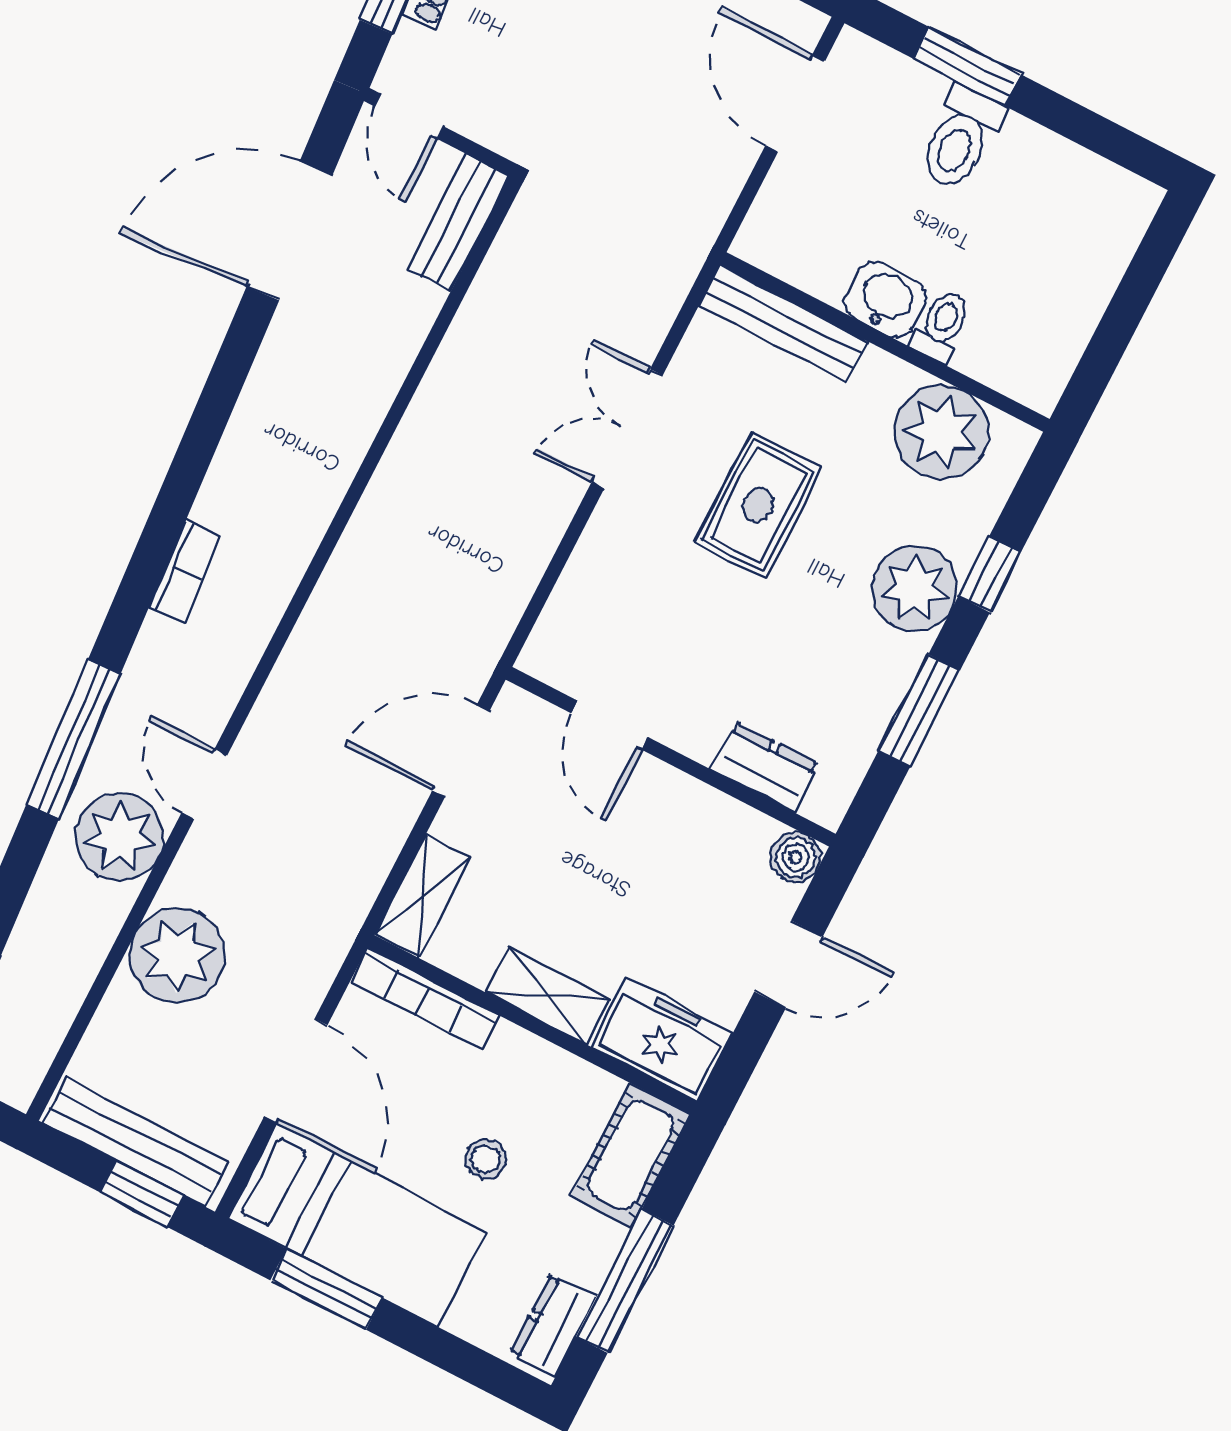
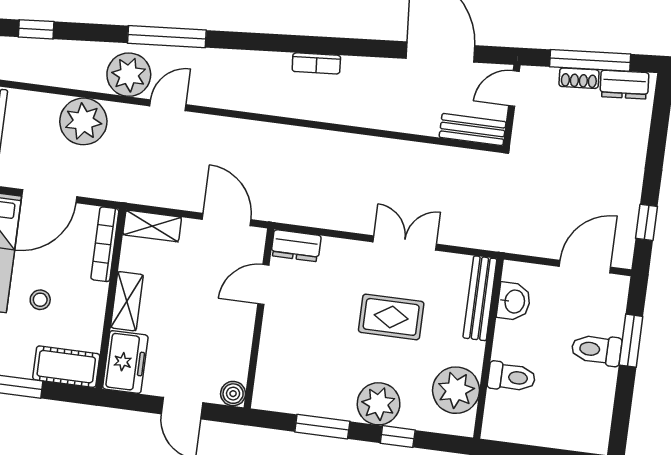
washbasin: (885, 299) -> (514, 301), moved
toilet: (942, 326) -> (512, 377), width x1.37, depth x1.39
bookcase: (185, 572) -> (316, 63), moved
dresser: (764, 767) -> (296, 246), moved, turned 90

